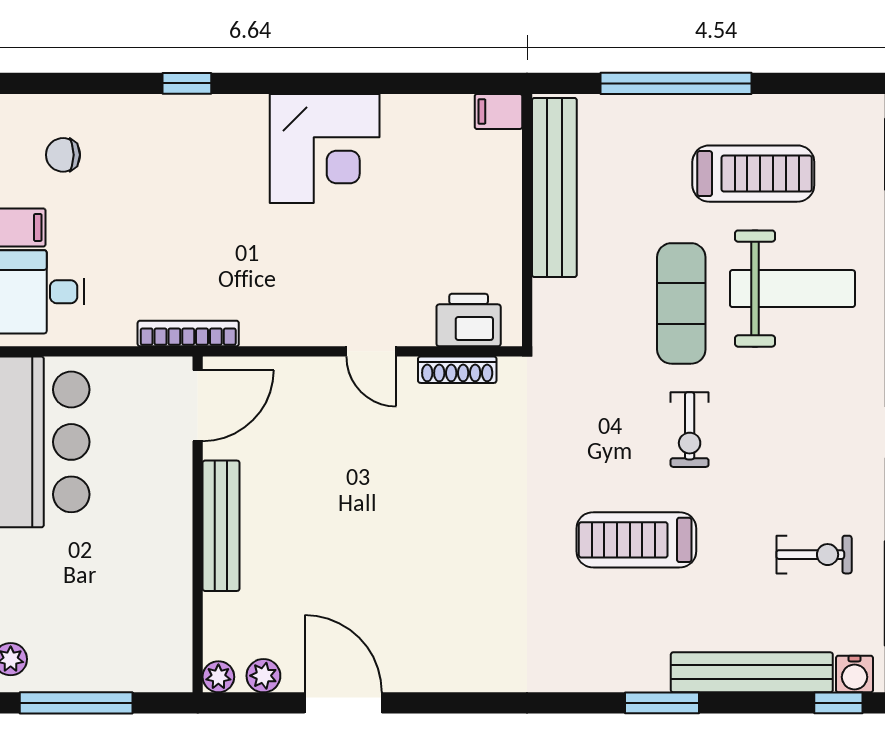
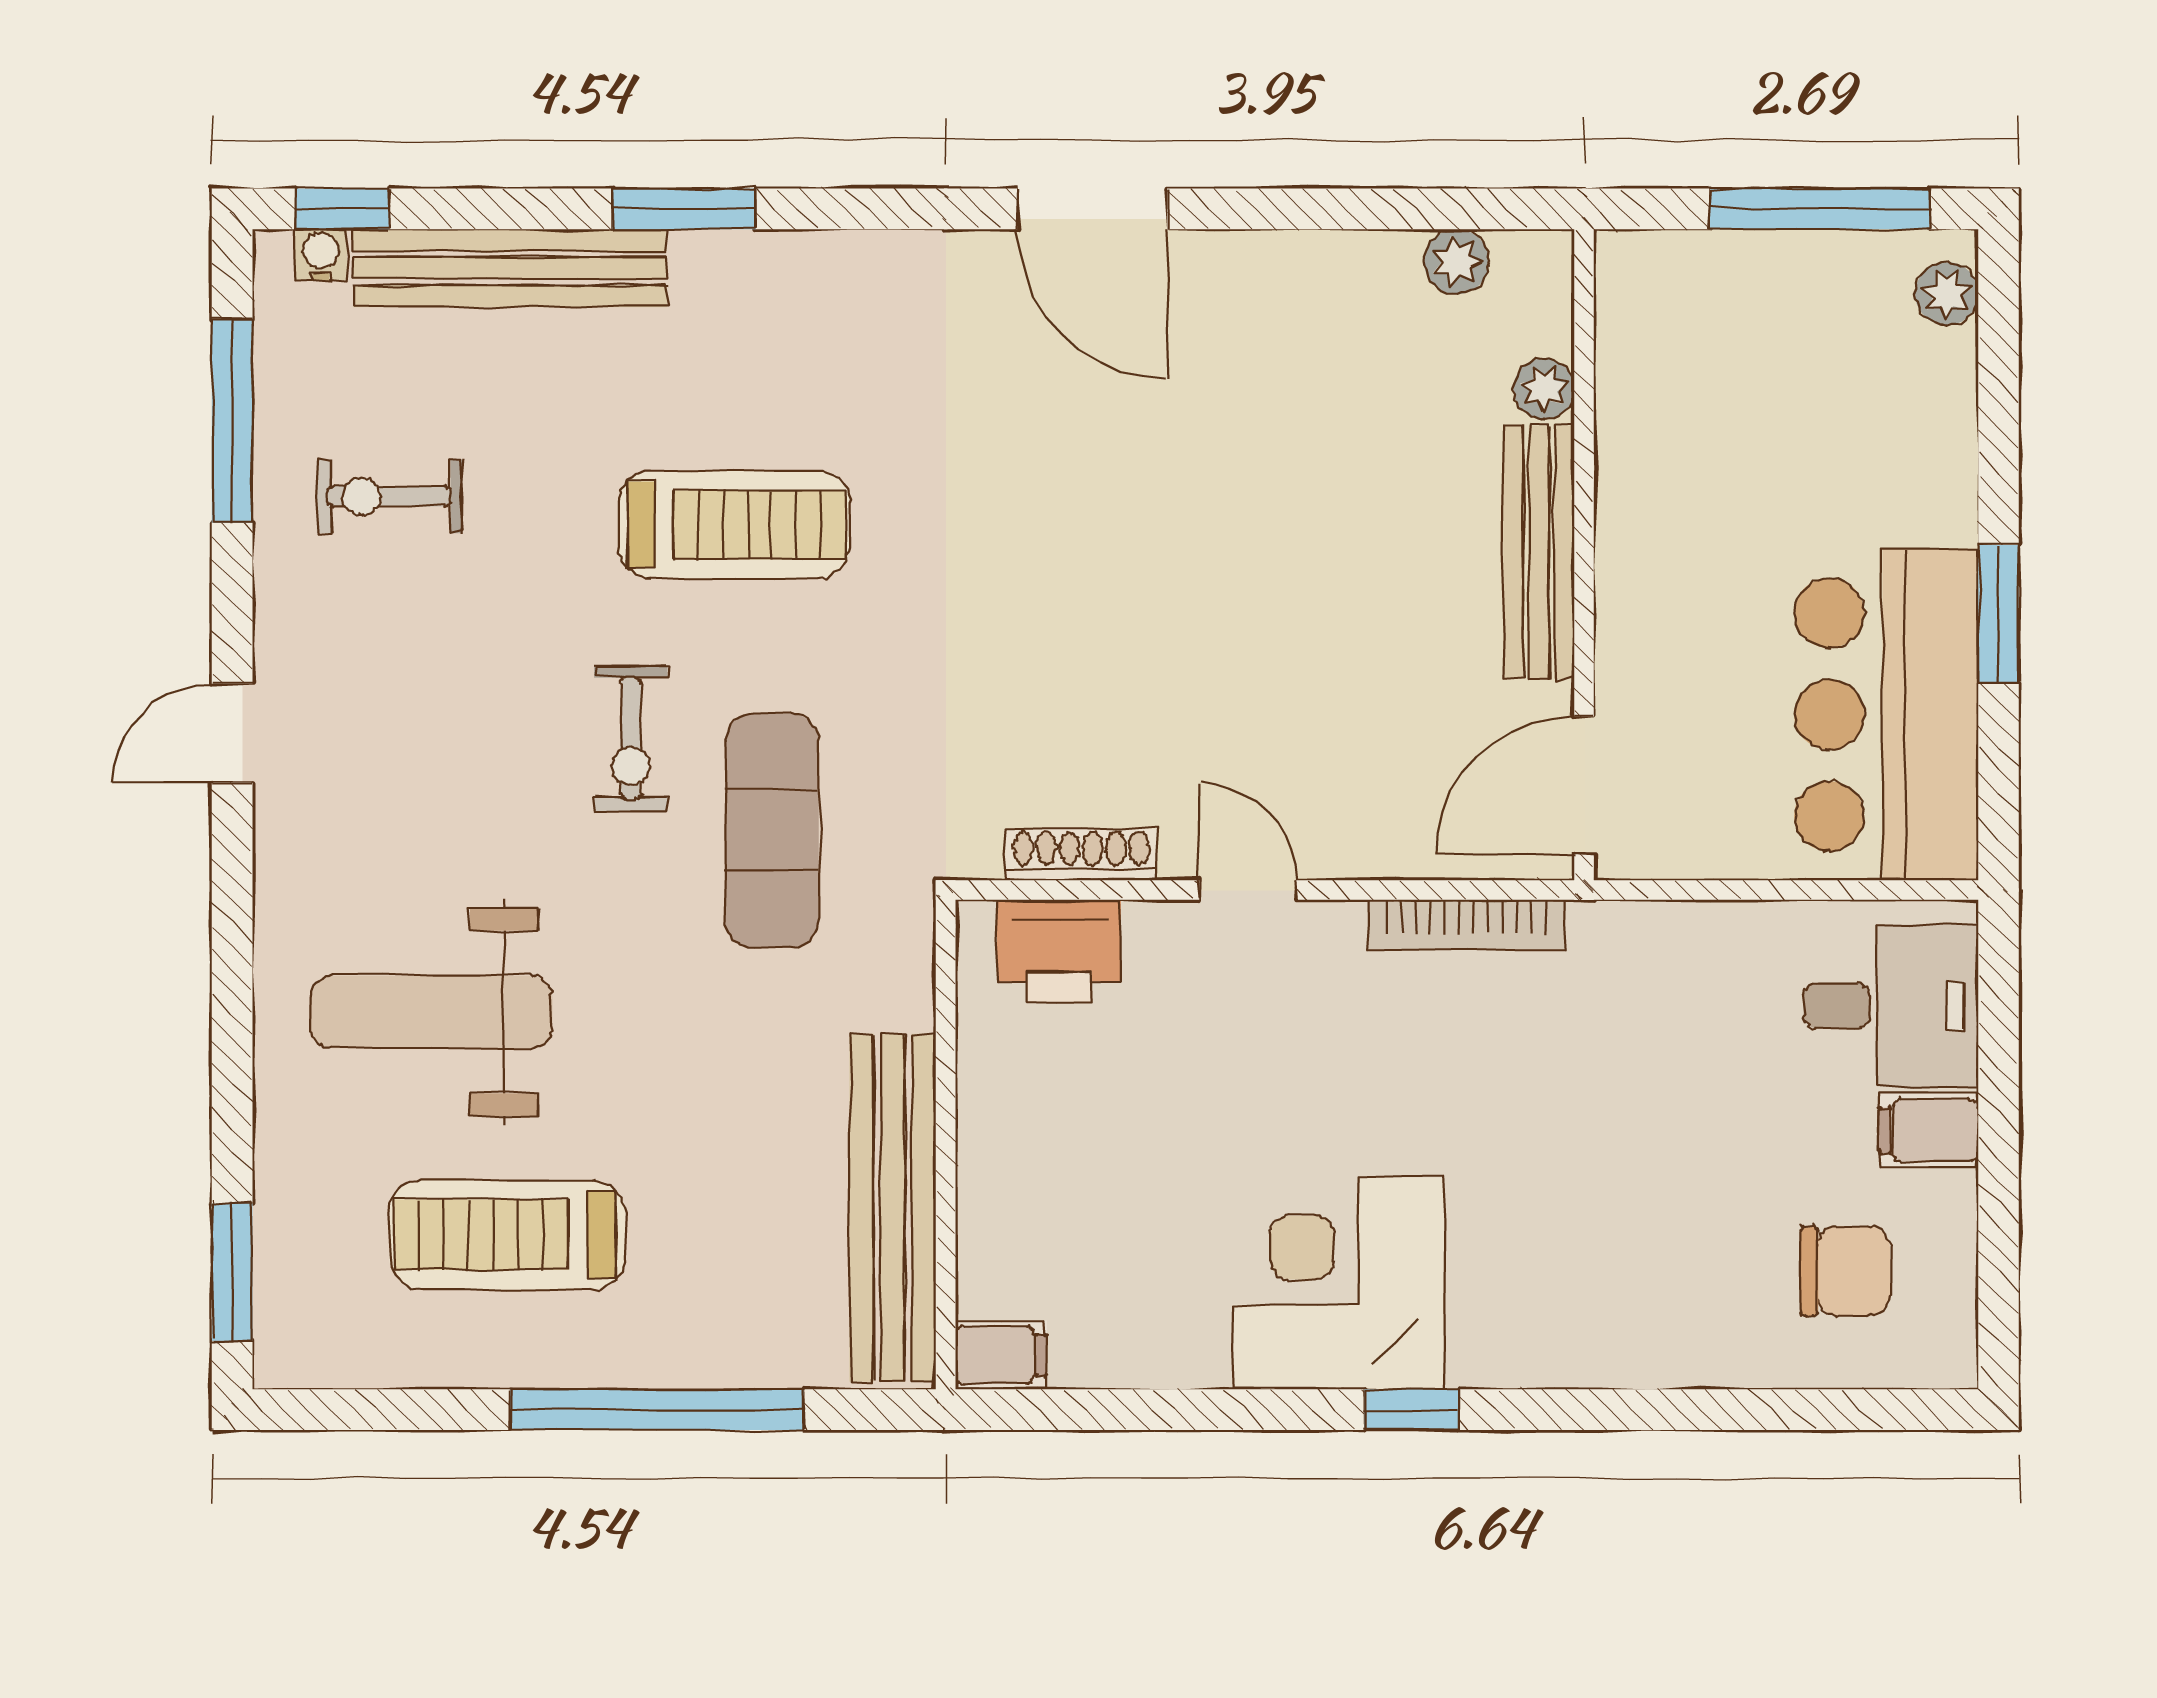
window: (187, 83) -> (1411, 1410), moved
chair: (63, 155) -> (1845, 1271), width x1.37, depth x1.37
exercise mat: (681, 303) -> (772, 831), moved
bookcase: (188, 334) -> (1466, 925), moved
exercise bike: (690, 430) -> (631, 739), turned 180
water cooler: (854, 674) -> (321, 255), width x0.72, depth x0.72
plant: (218, 677) -> (1544, 389), moved
door: (343, 703) -> (1092, 209), moved

